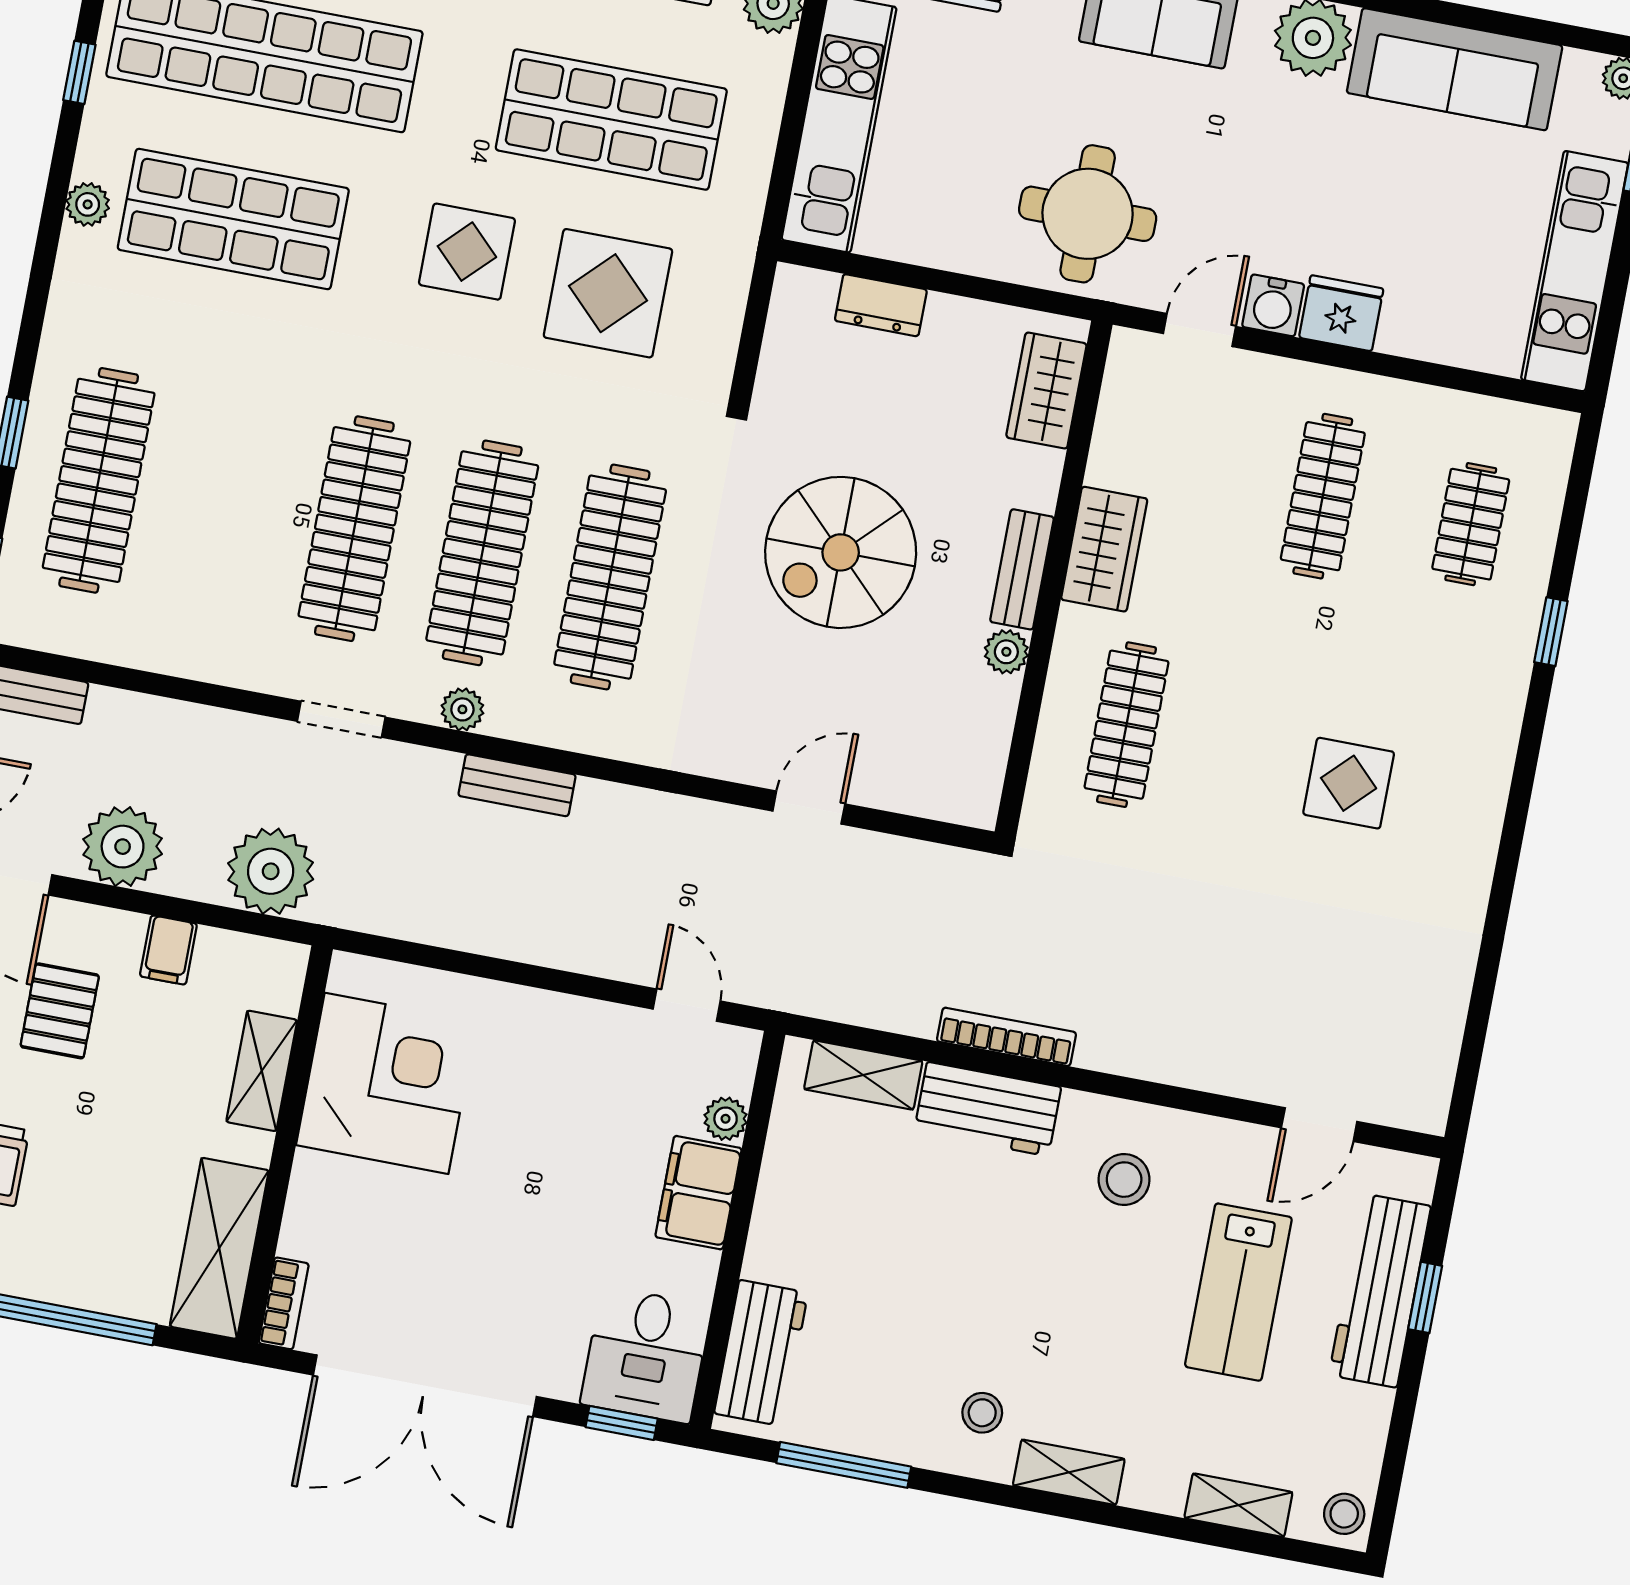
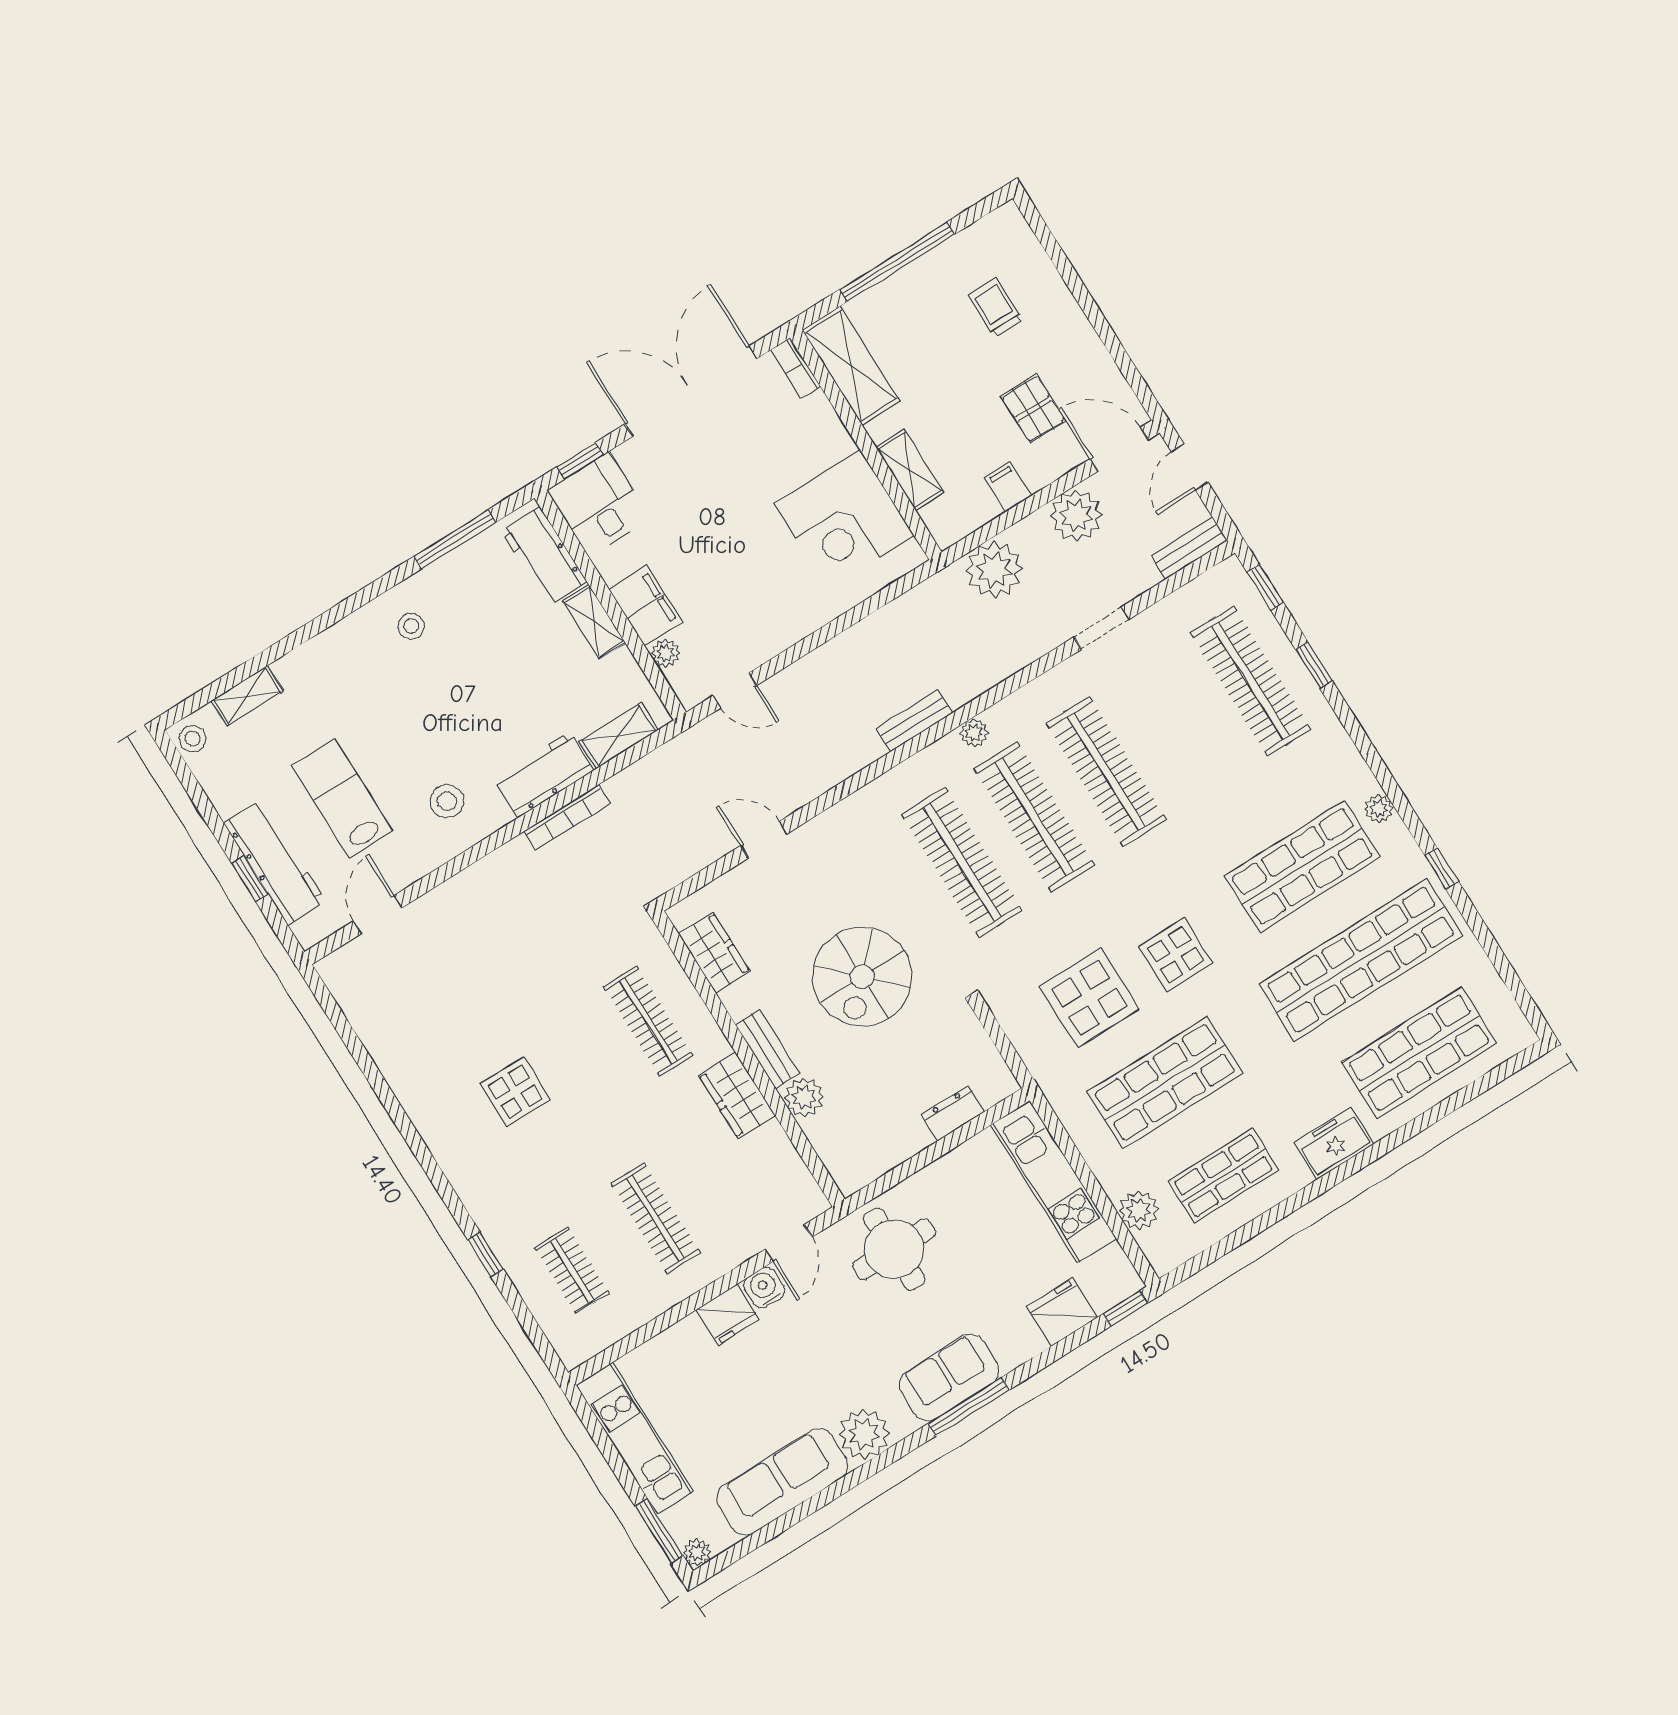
wardrobe: (1046, 390) -> (714, 953), moved
spiral stairs: (841, 552) -> (862, 977), turned 180
plant: (1006, 652) -> (804, 1097), moved, width x1.38, depth x1.38
doorway: (341, 719) -> (1101, 628), moved
door: (809, 808) -> (764, 840), swing flipped
shelving: (1069, 1472) -> (594, 622), moved, turned 90

